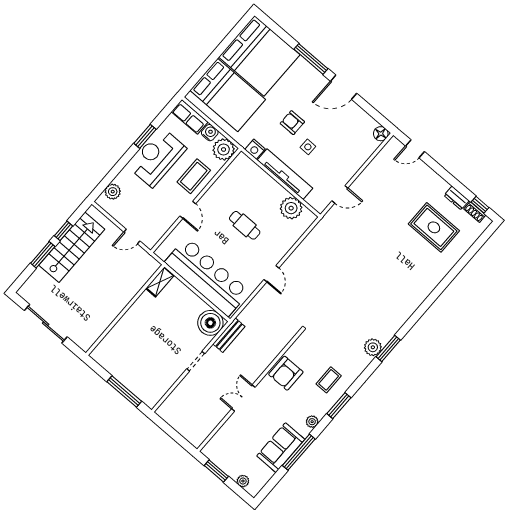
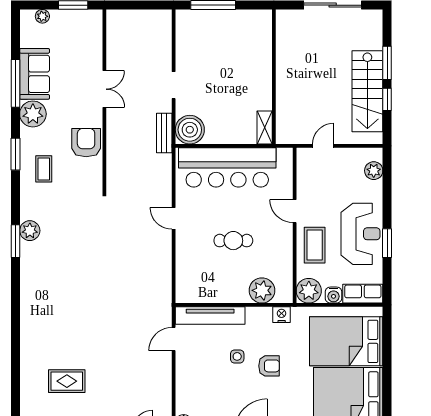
tv unit: (285, 174) -> (210, 316), moved
plant: (291, 208) -> (262, 290), moved
rug: (434, 227) -> (67, 381), width x0.73, depth x0.70
plant: (312, 422) -> (33, 114), width x1.88, depth x1.88

